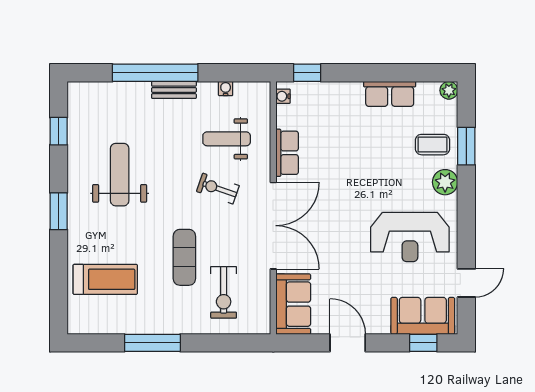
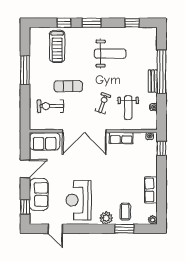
weight bench: (227, 139) -> (128, 108), turned 180
window: (59, 266) -> (64, 23), added
sofa: (423, 316) -> (39, 194), moved

